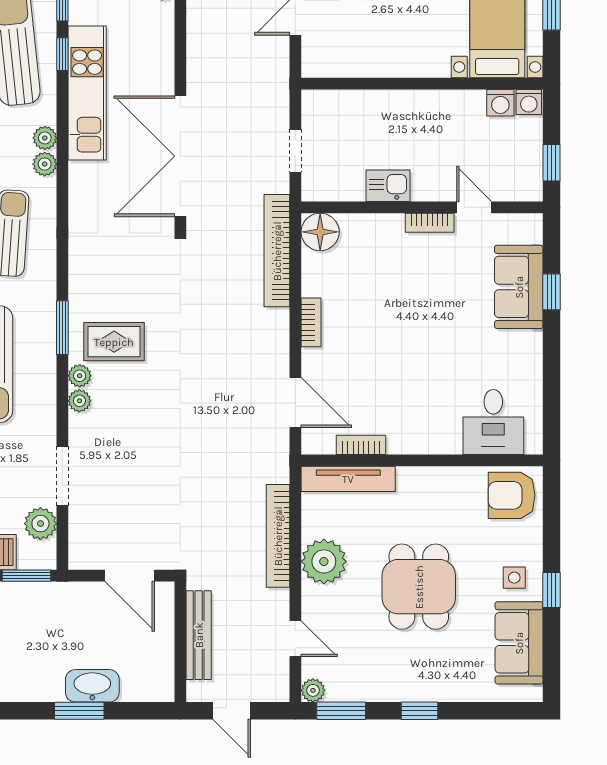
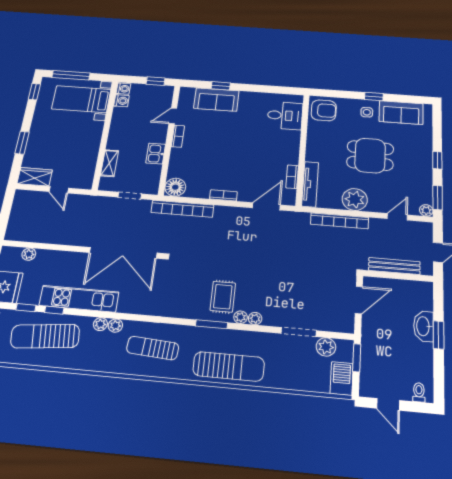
shelving: (360, 102) -> (109, 163), added
armchair: (512, 495) -> (324, 110), turned -90

